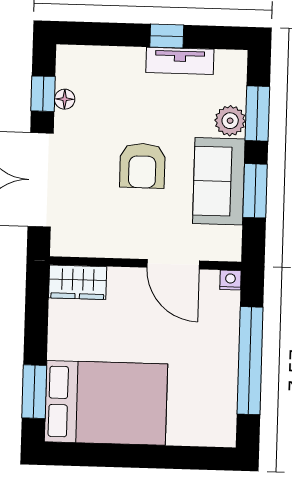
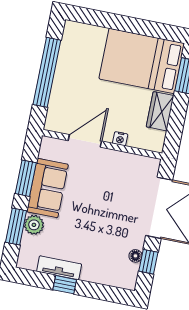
armchair: (142, 166) -> (94, 206), removed
door: (173, 264) -> (85, 141), hinge flipped
nightstand: (230, 280) -> (120, 139), moved
wardrobe: (78, 282) -> (160, 111), moved, turned -90

